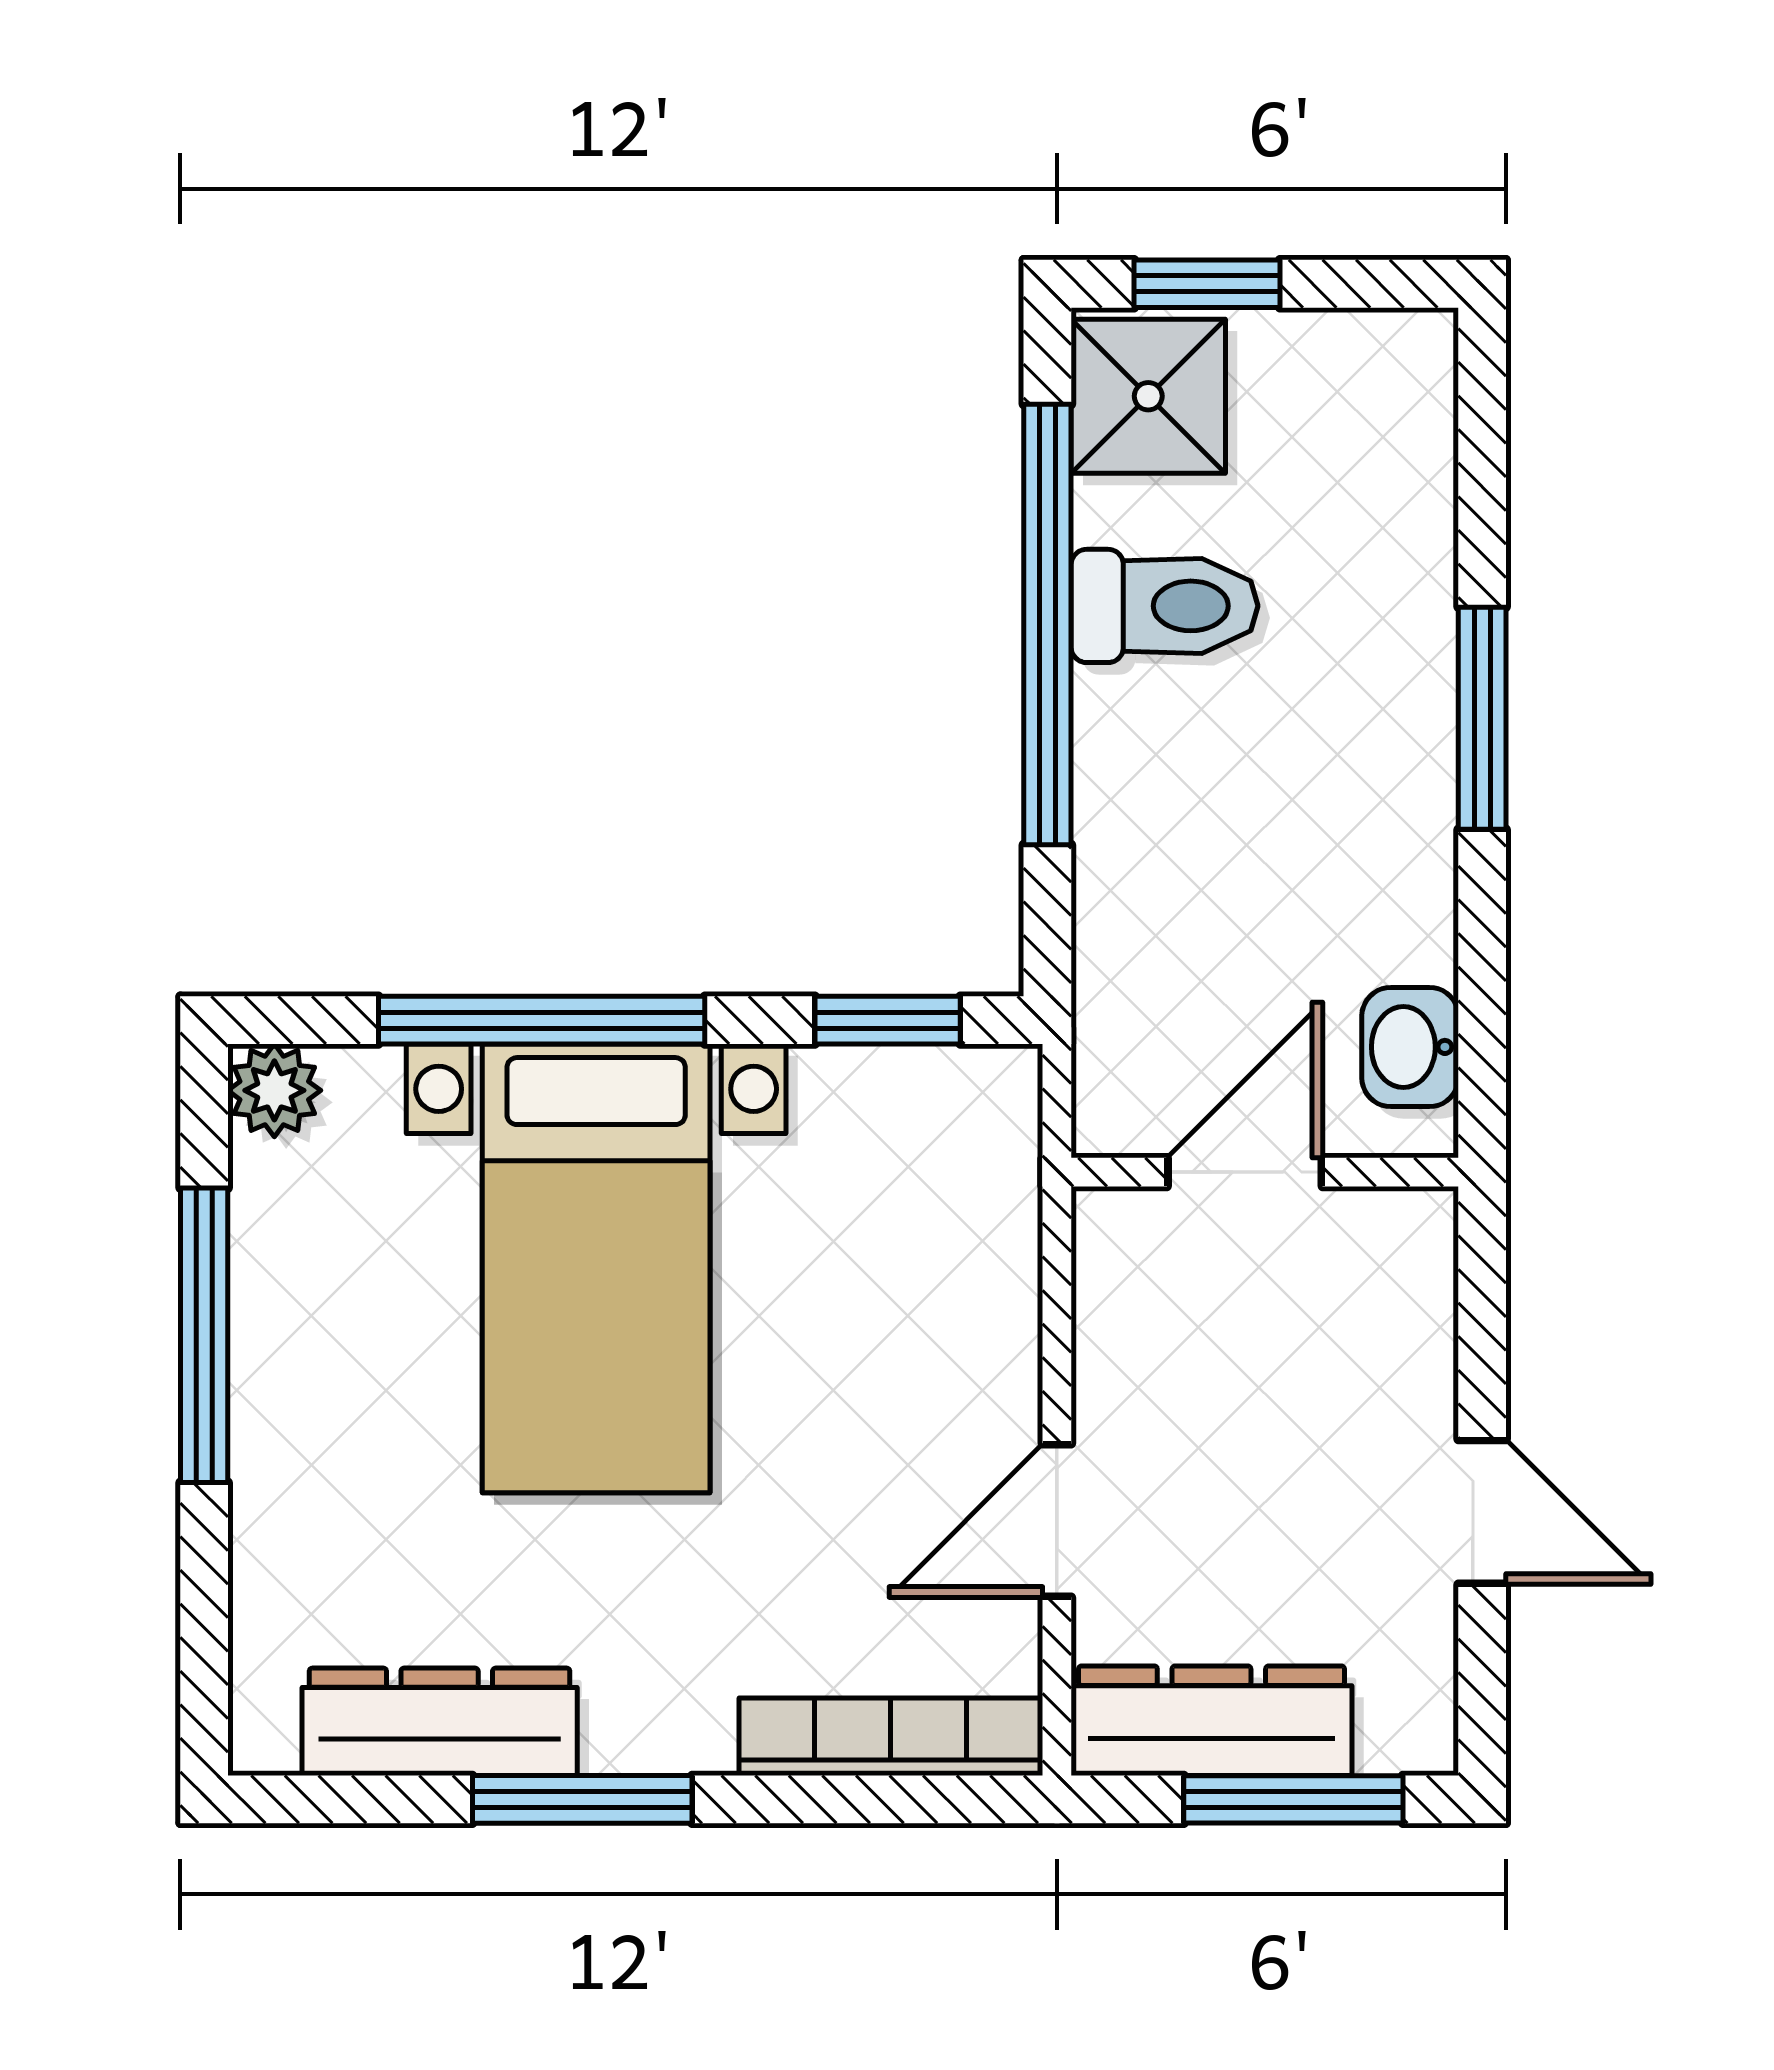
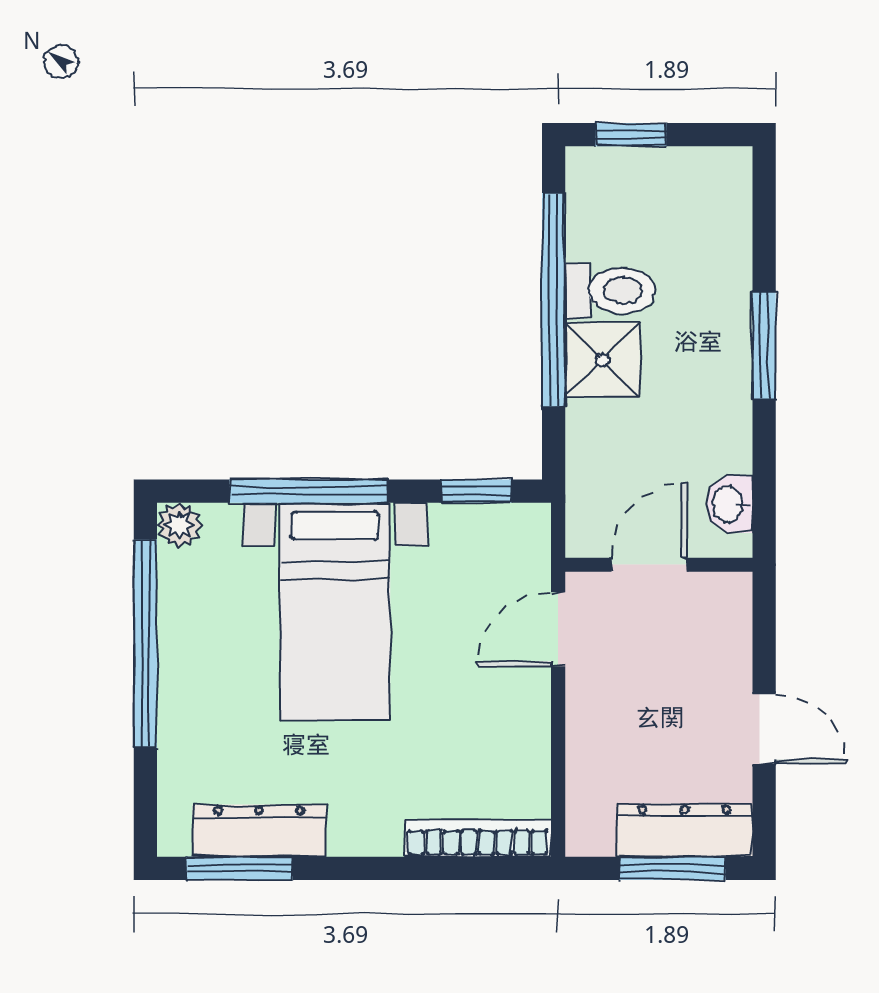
shower: (1148, 396) -> (602, 360), moved
window: (204, 1335) -> (145, 644), width x1.46
door: (1057, 1520) -> (558, 629), moved
dresser: (1211, 1721) -> (685, 830), moved
window: (582, 1799) -> (240, 868), moved

